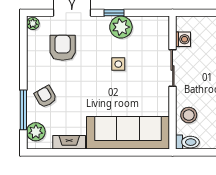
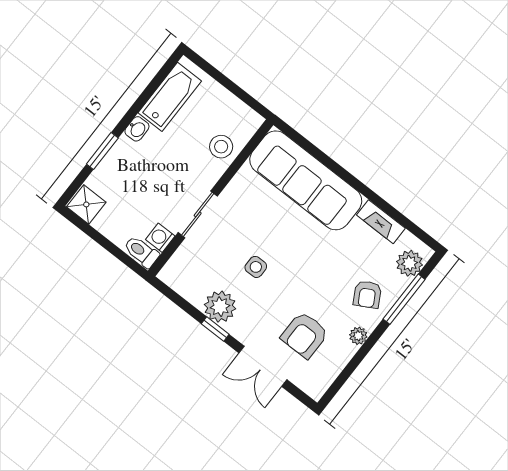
plant: (33, 23) -> (358, 336), moved
toilet: (187, 142) -> (141, 252), moved

